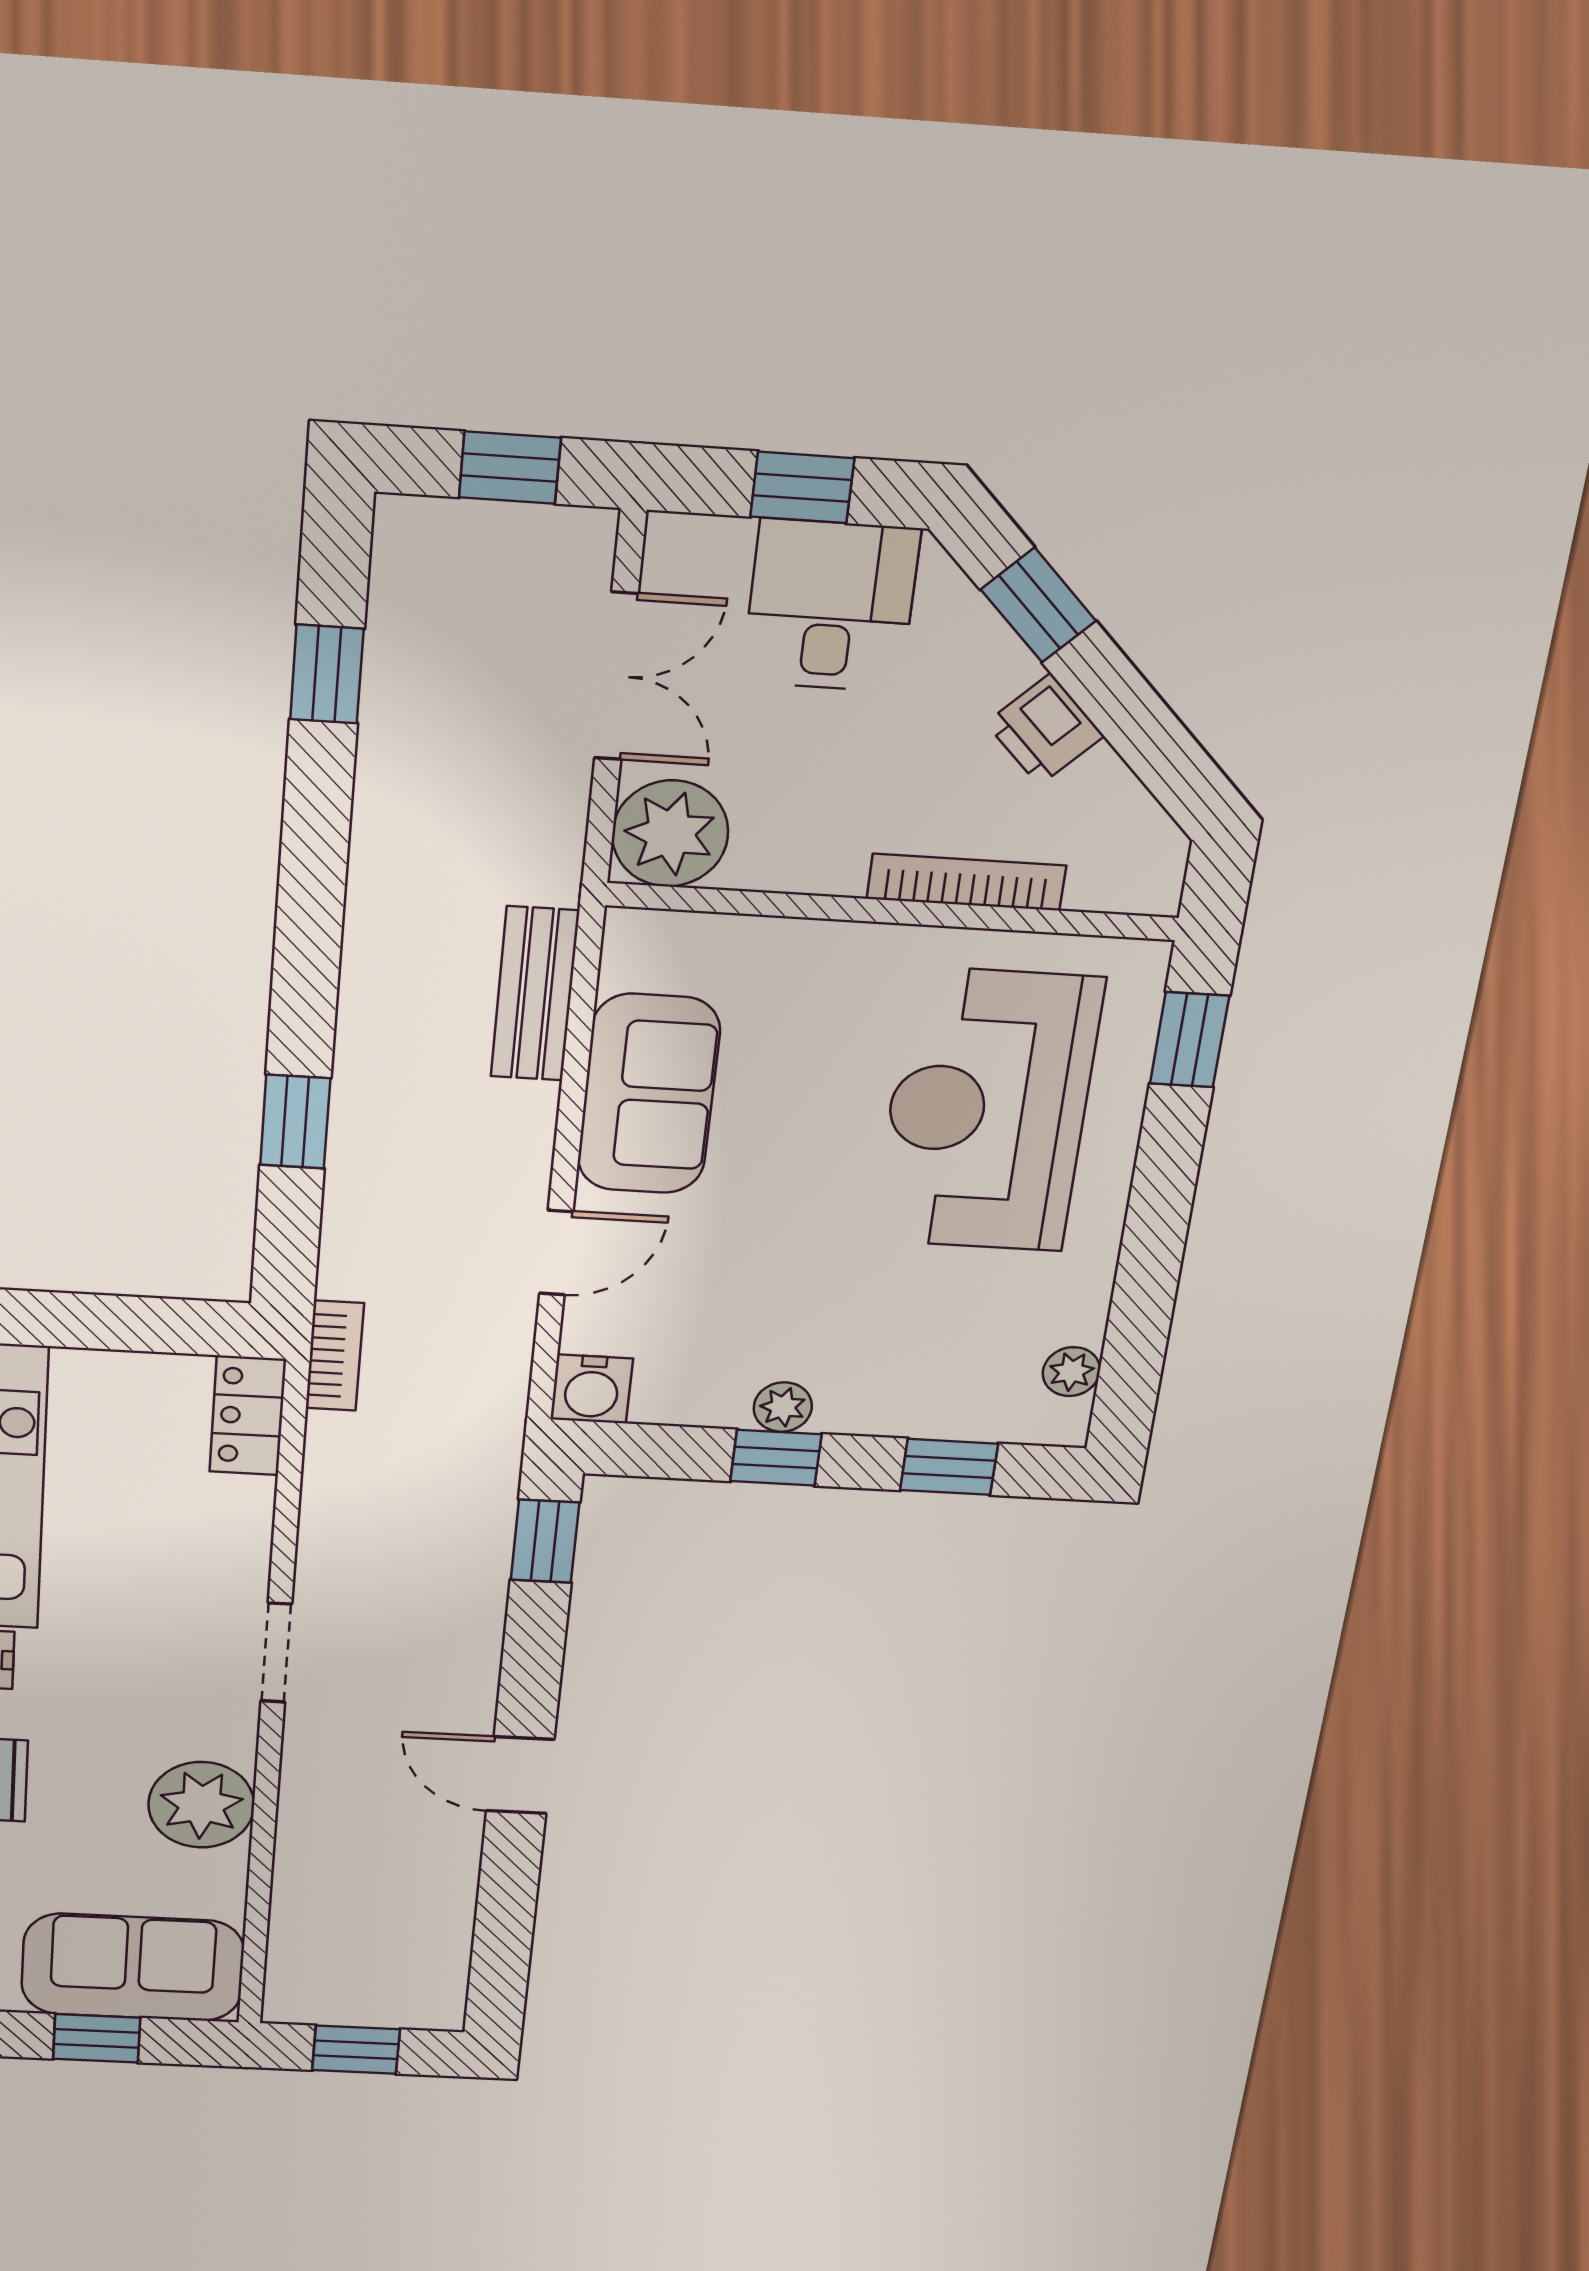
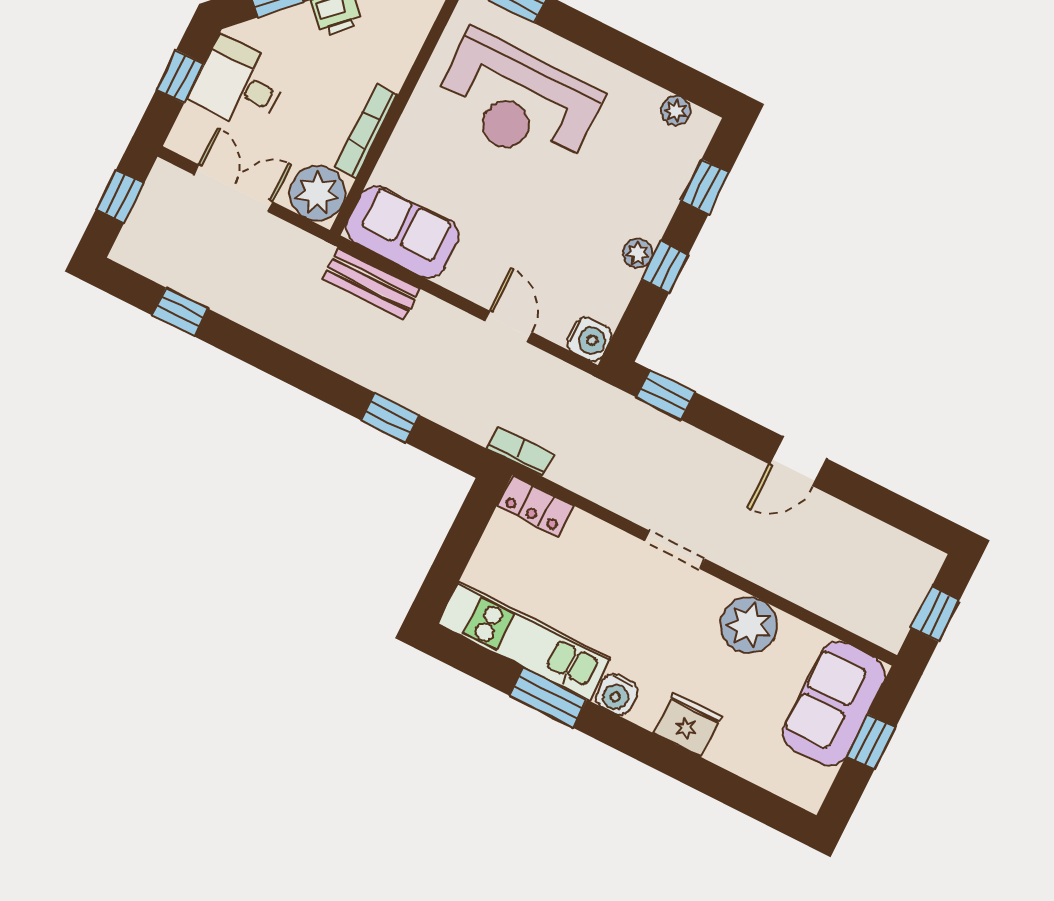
bookcase: (966, 882) -> (366, 131), moved
sofa: (649, 1094) -> (403, 232), moved

